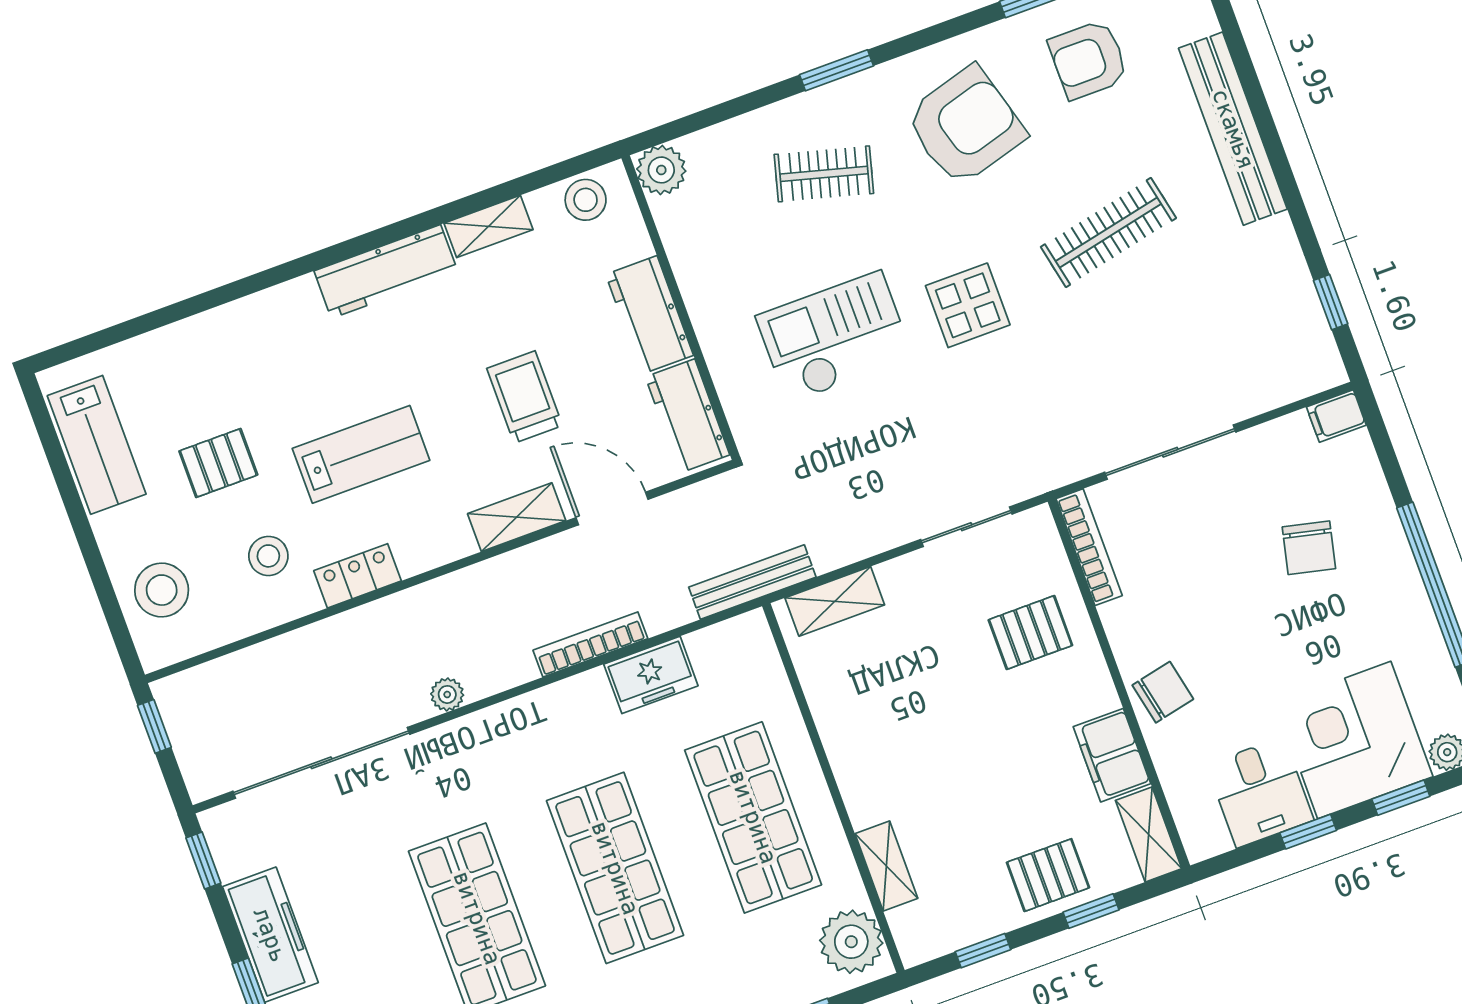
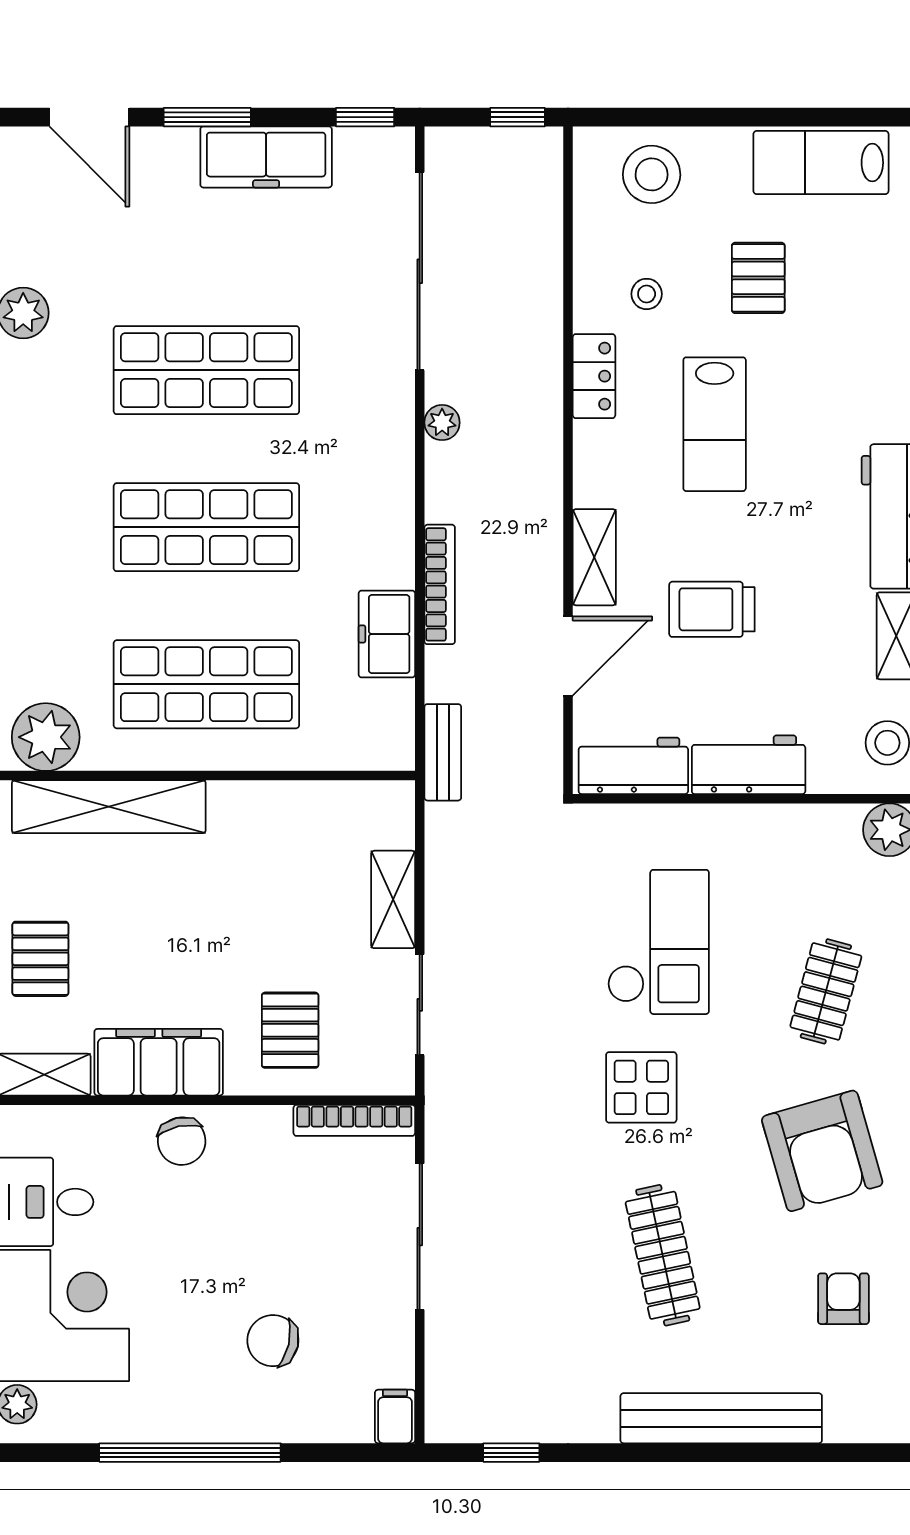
armchair: (1088, 60) -> (843, 1299), width x0.72, depth x0.72
trolley: (525, 397) -> (712, 609), turned 180
stool: (268, 556) -> (647, 294), width x0.73, depth x0.73
bench: (752, 582) -> (443, 752), width x0.73
shelving: (835, 601) -> (393, 899), moved
filing cabinet: (1112, 755) -> (159, 1062), width x1.50, depth x1.17
shelving: (886, 866) -> (109, 807), width x2.20, depth x1.33

